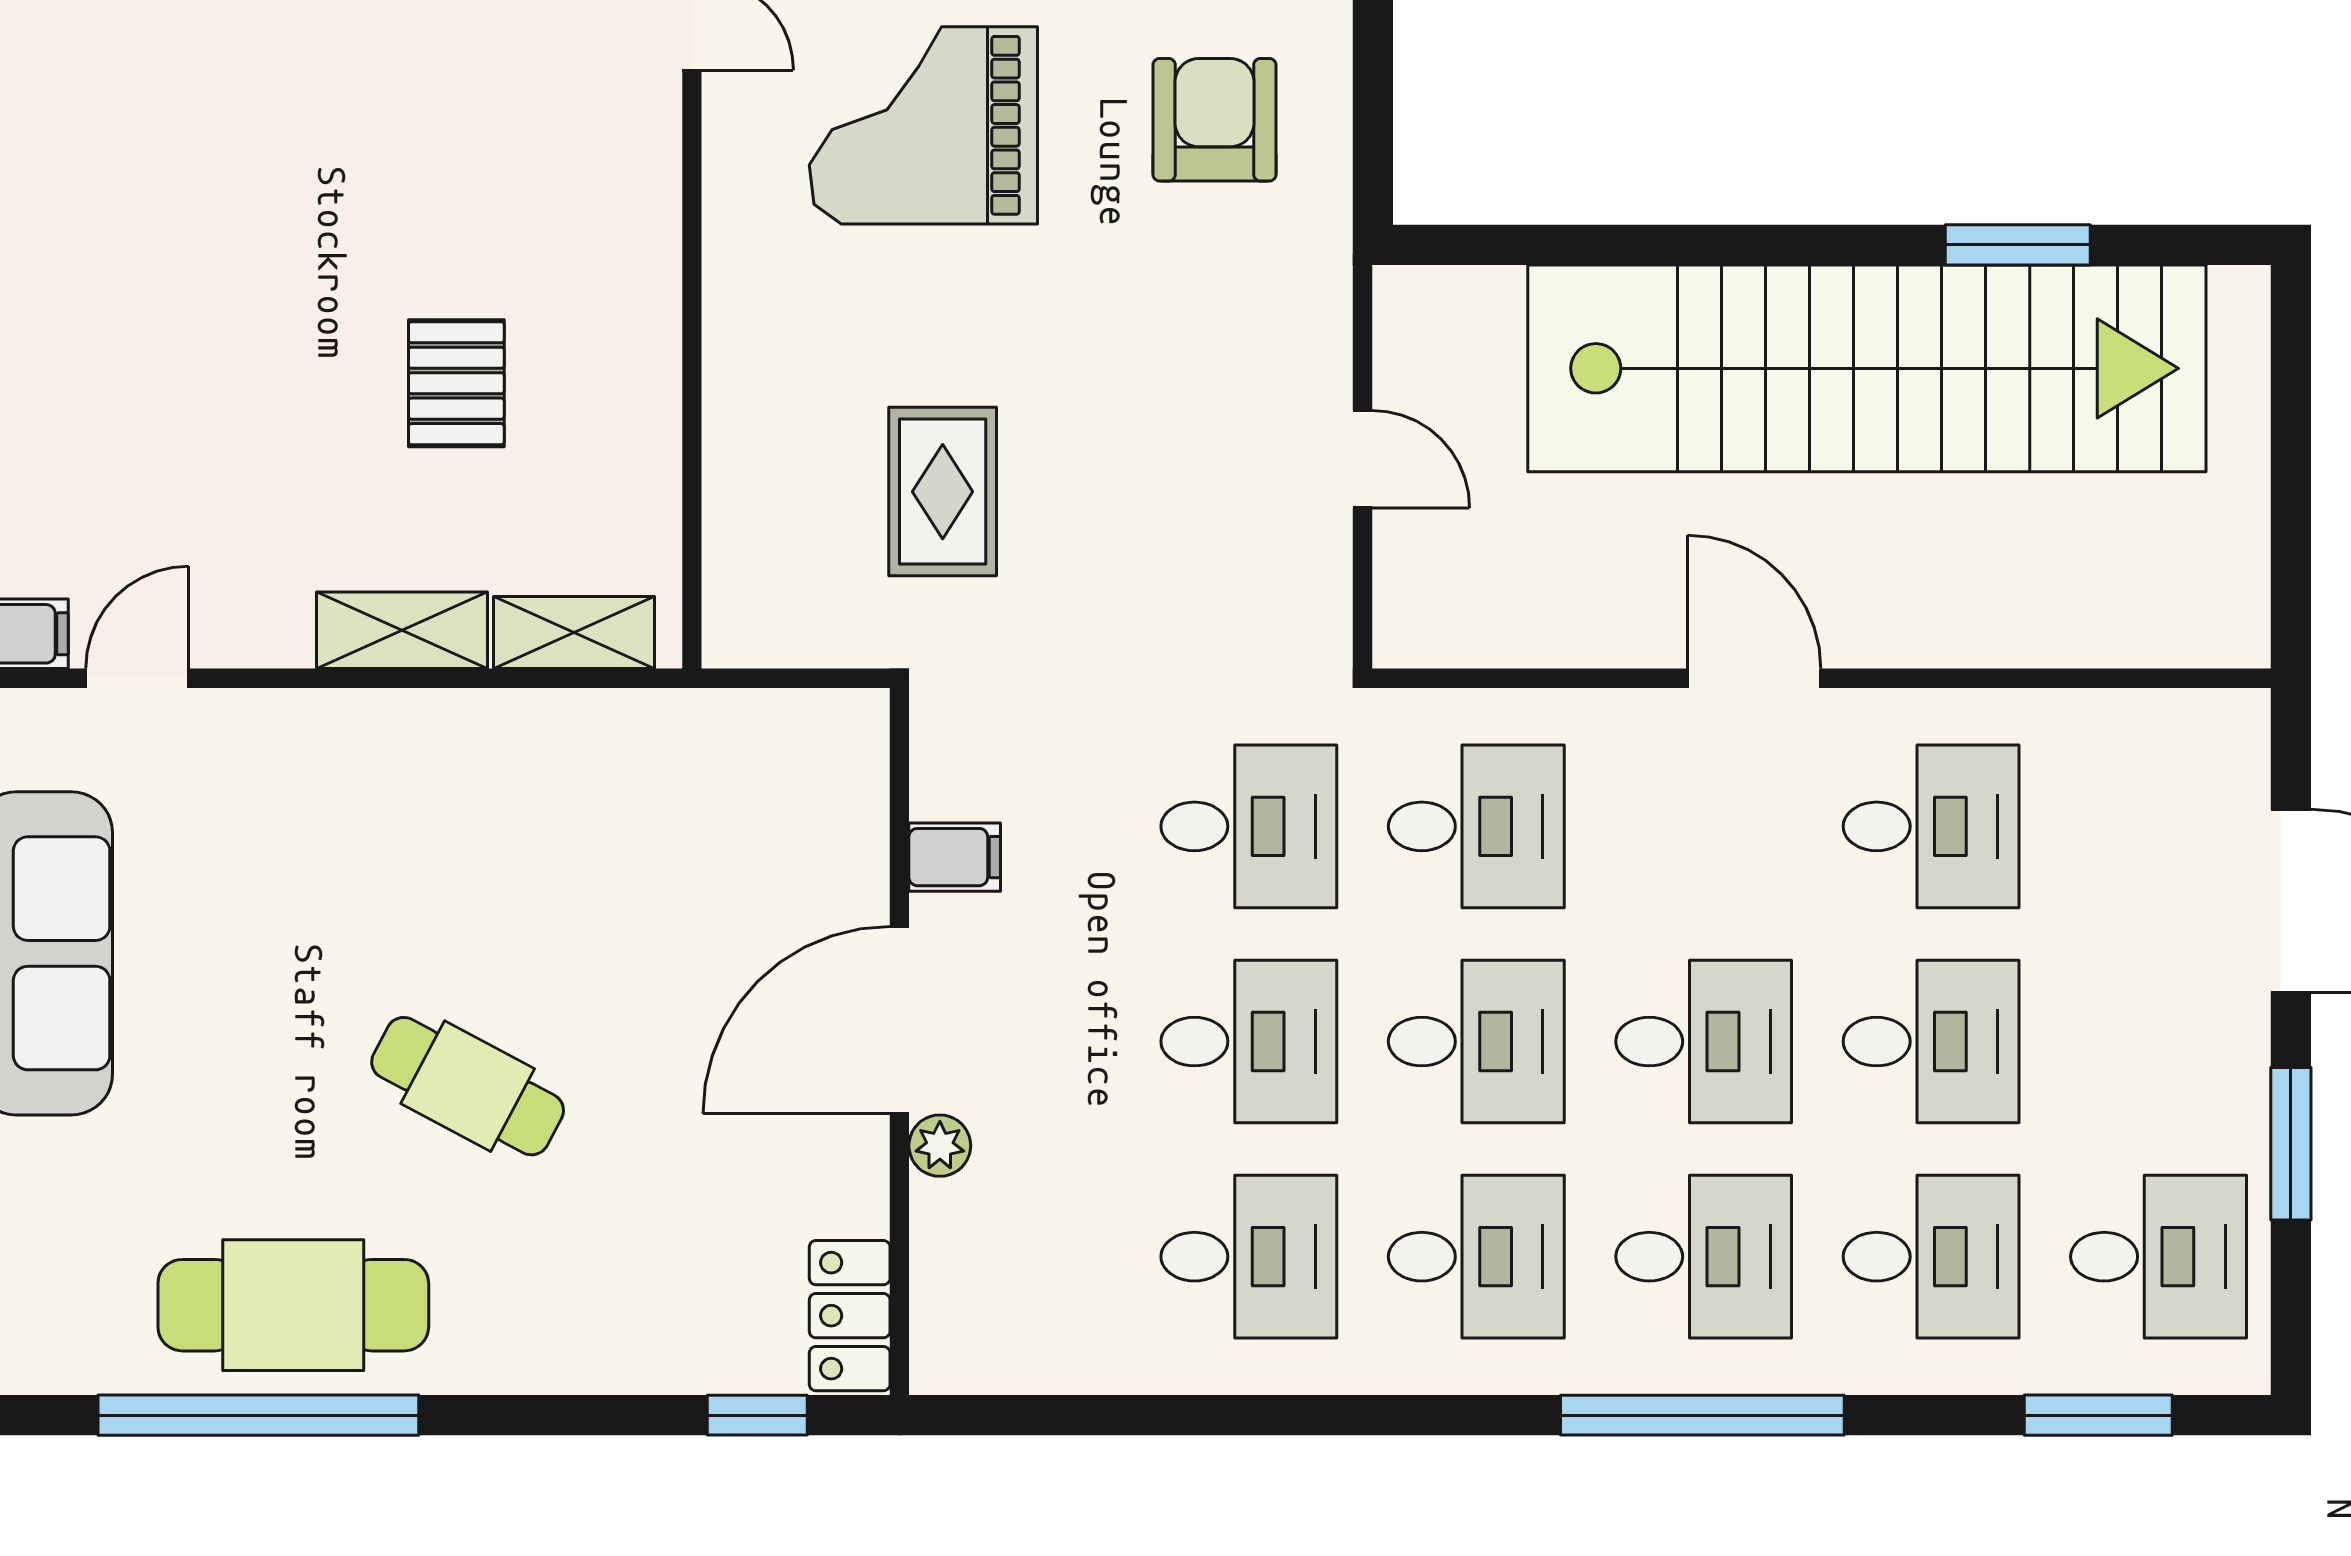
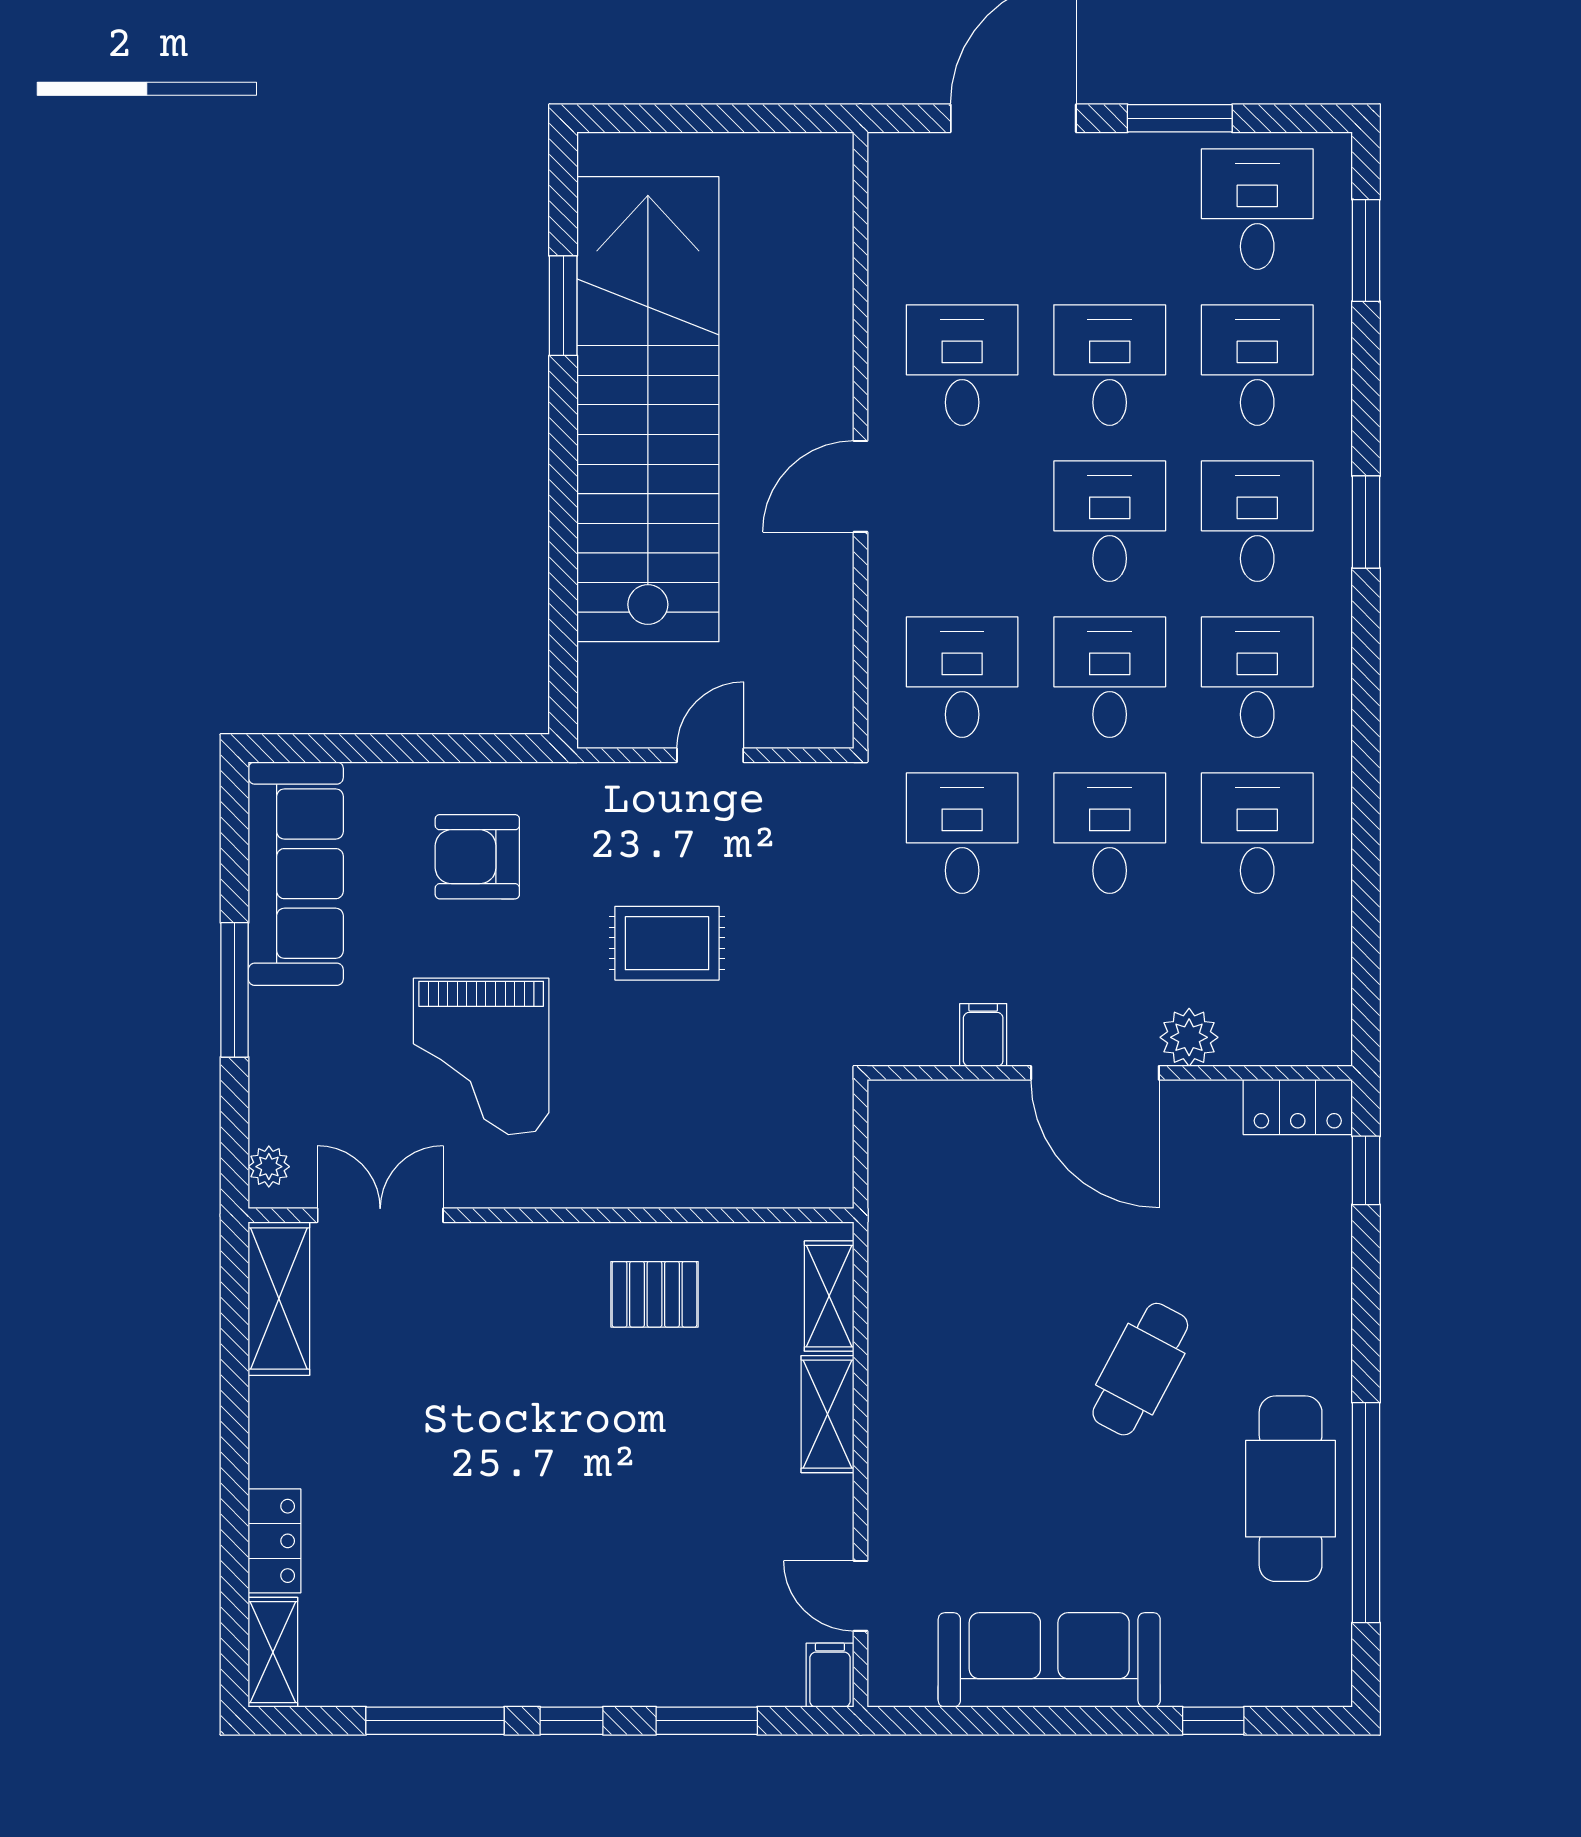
pallet: (456, 383) -> (654, 1294), moved
rug: (943, 492) -> (667, 943), moved
plant: (940, 1146) -> (1189, 1037), width x1.38, depth x1.38
window: (1702, 1415) -> (1366, 522), width x0.47

